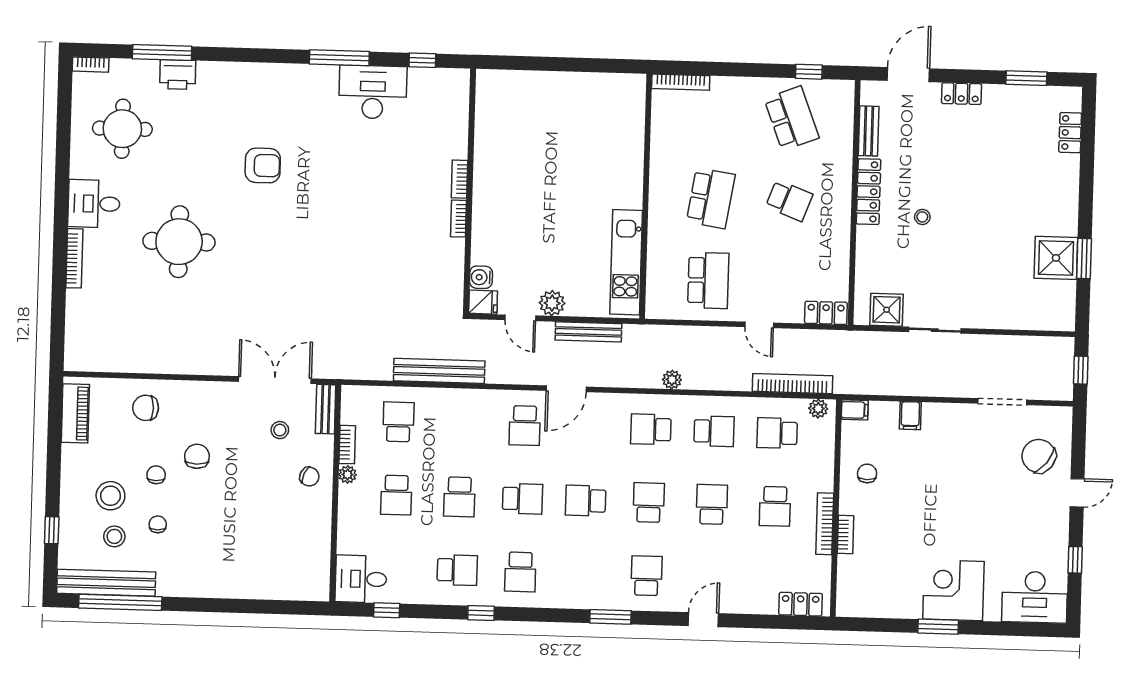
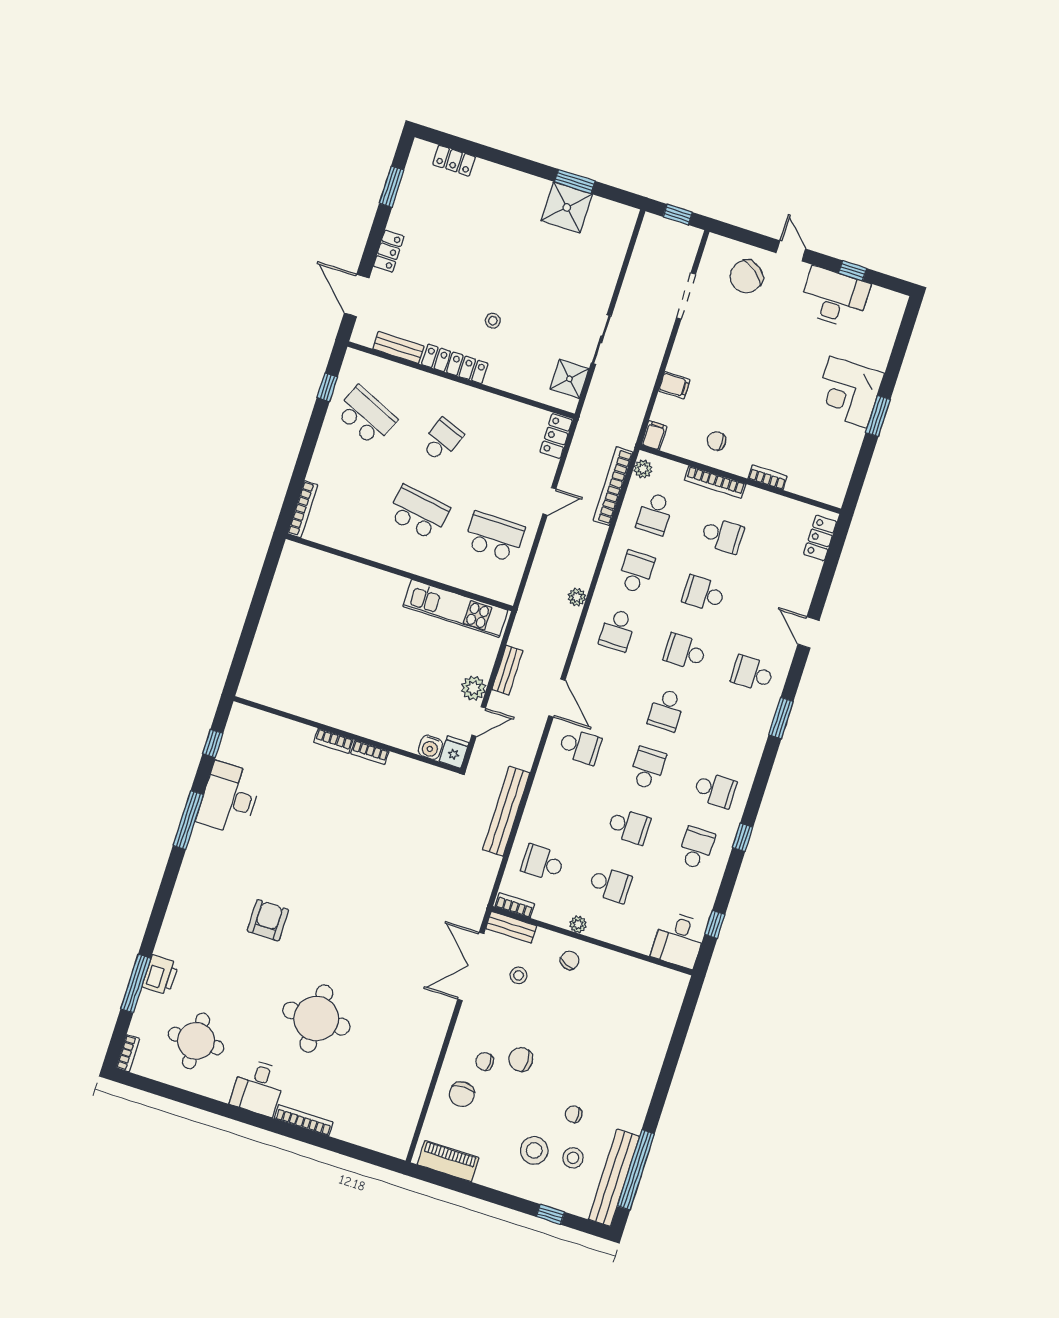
school desk: (792, 118) -> (366, 416), turned 45
bench: (588, 332) -> (507, 670), width x0.73
bookcase: (347, 445) -> (515, 905), moved
chair: (156, 475) -> (485, 1062), moved
bookcase: (825, 524) -> (715, 482), moved
desk: (1035, 597) -> (834, 298), moved, turned -90

